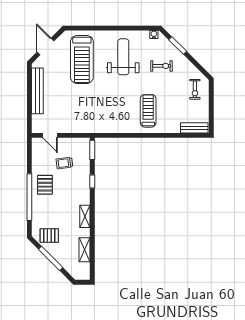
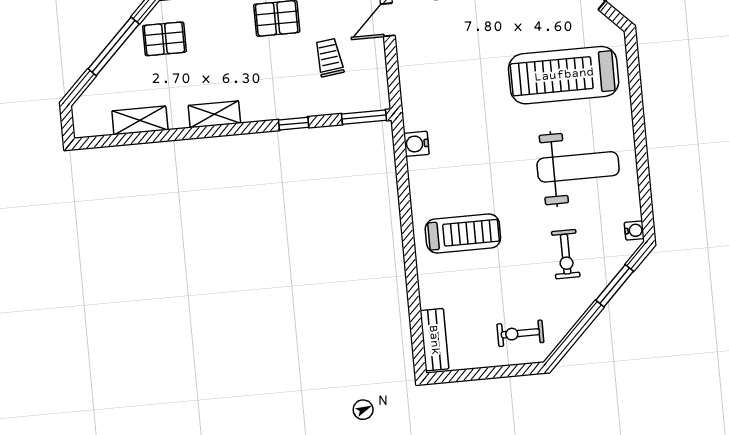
water cooler: (106, 128) -> (416, 144), added
pallet: (49, 235) -> (164, 39), turned 90

